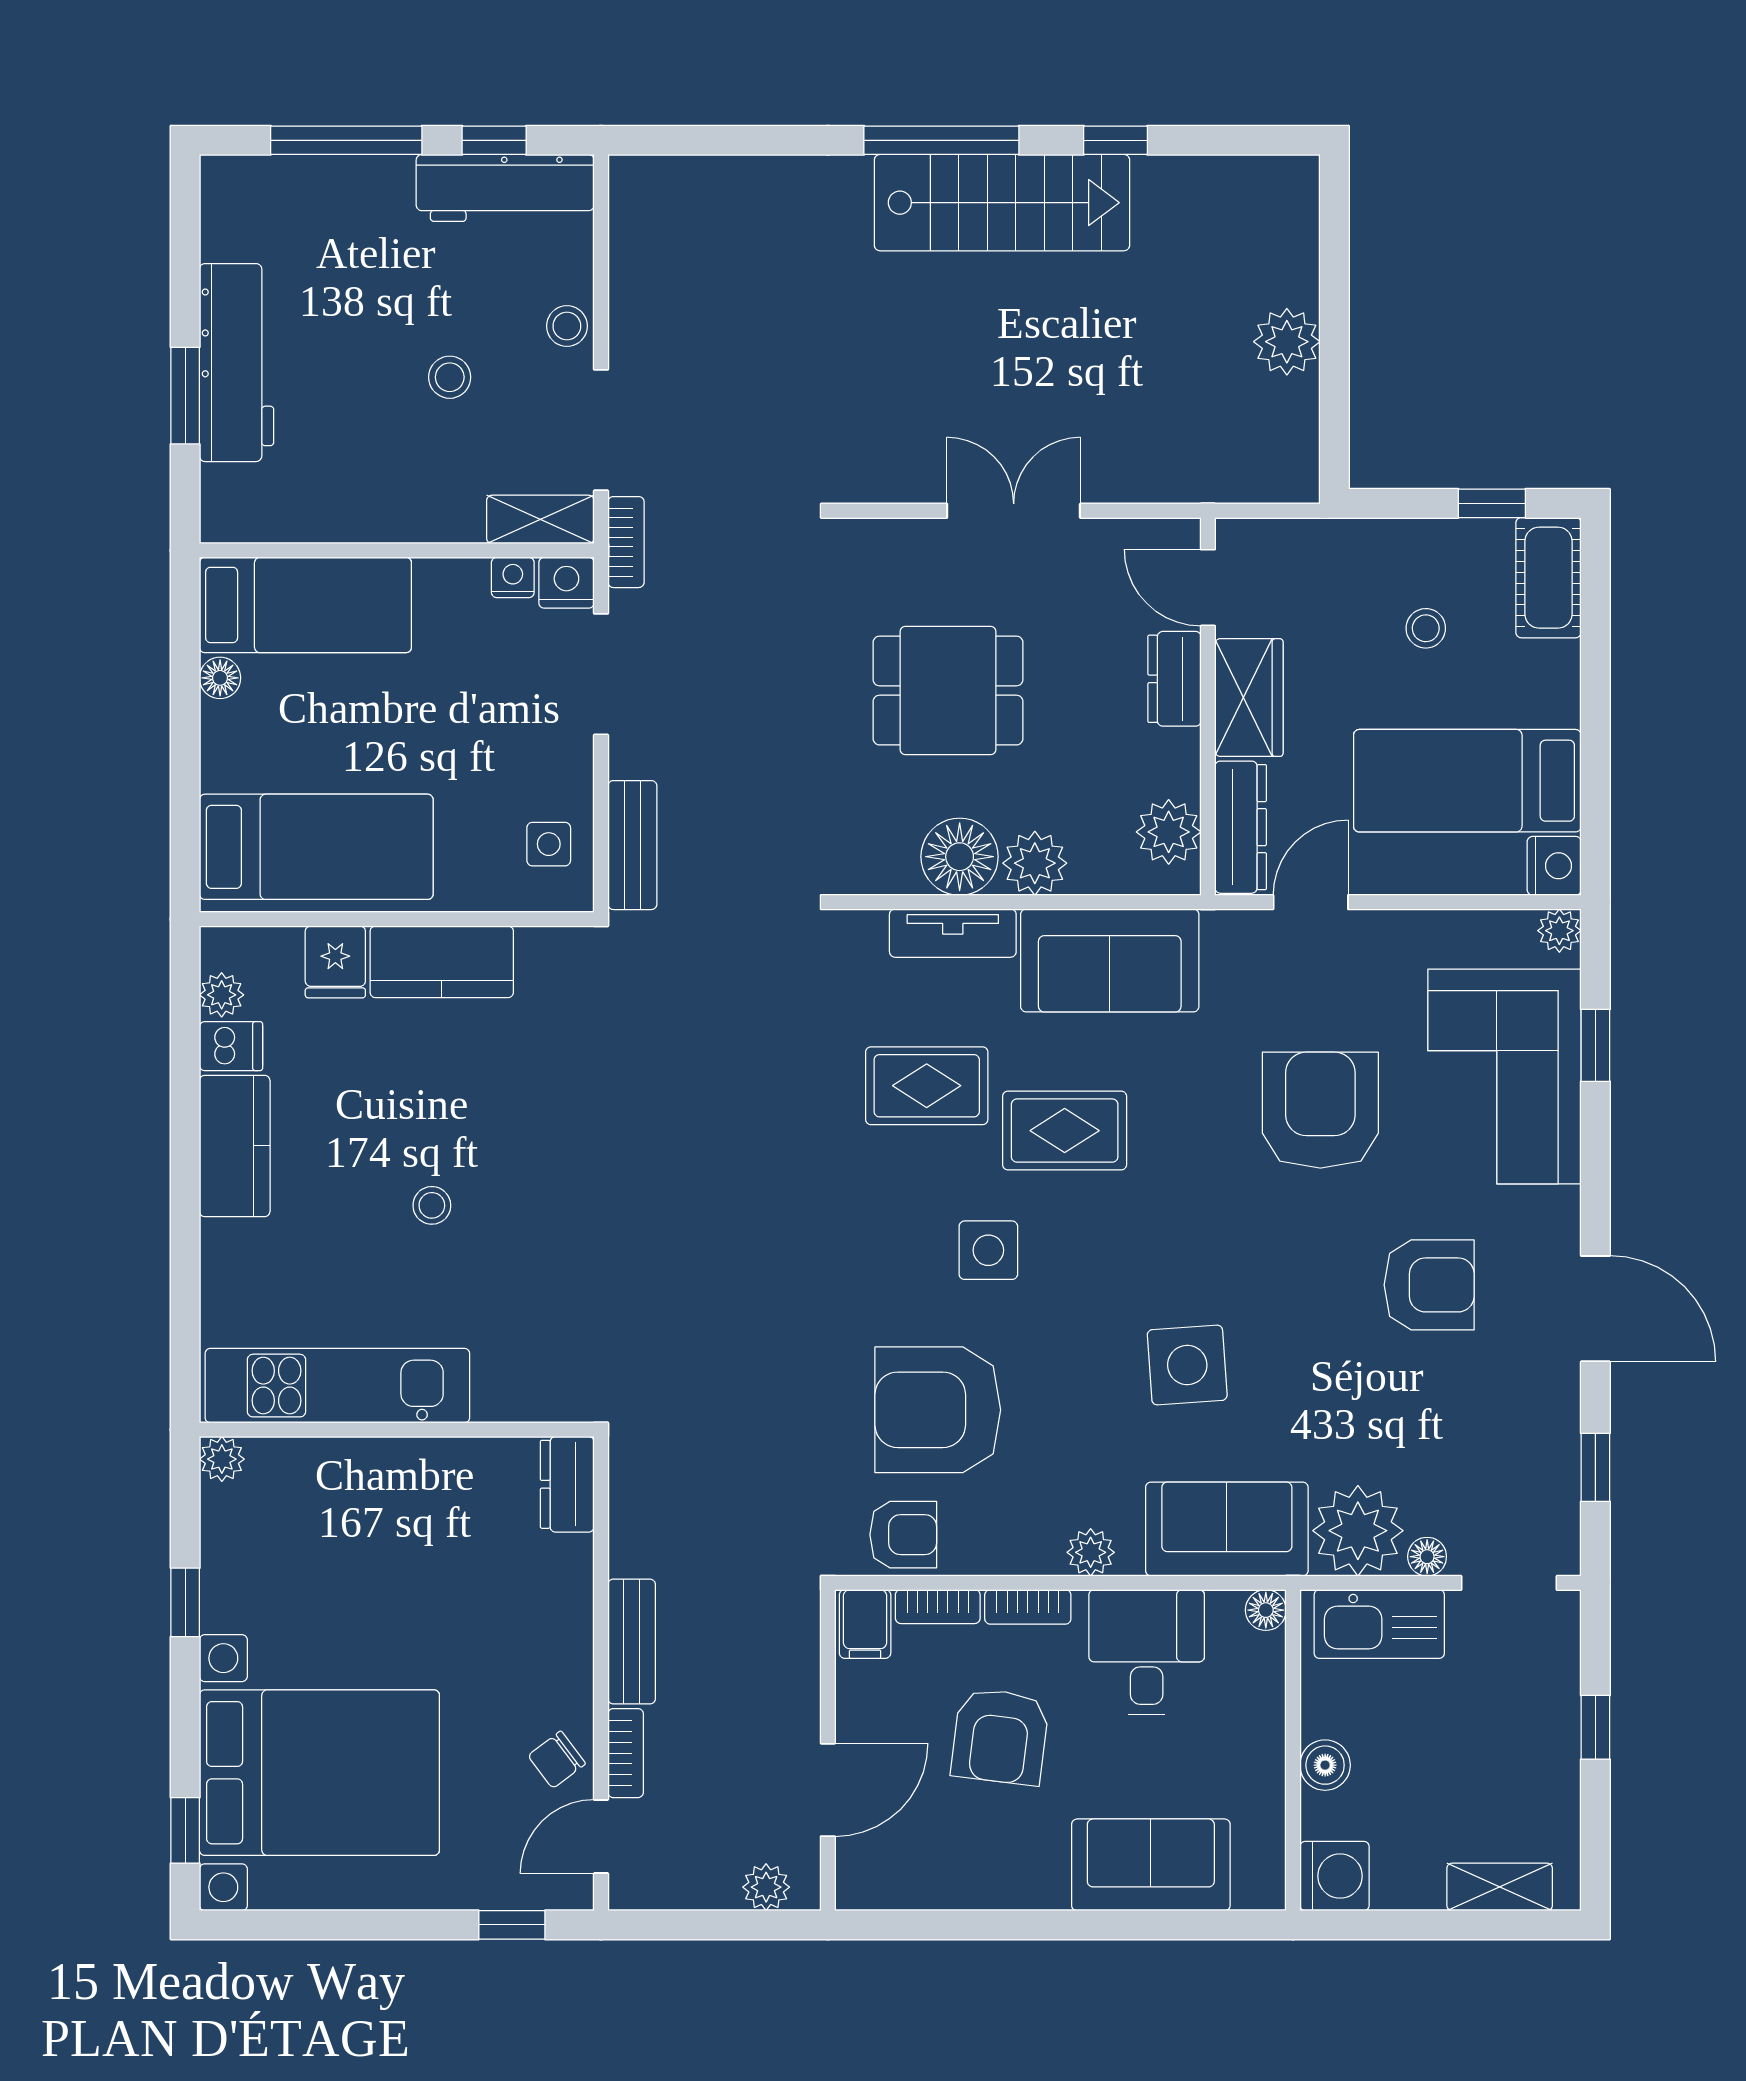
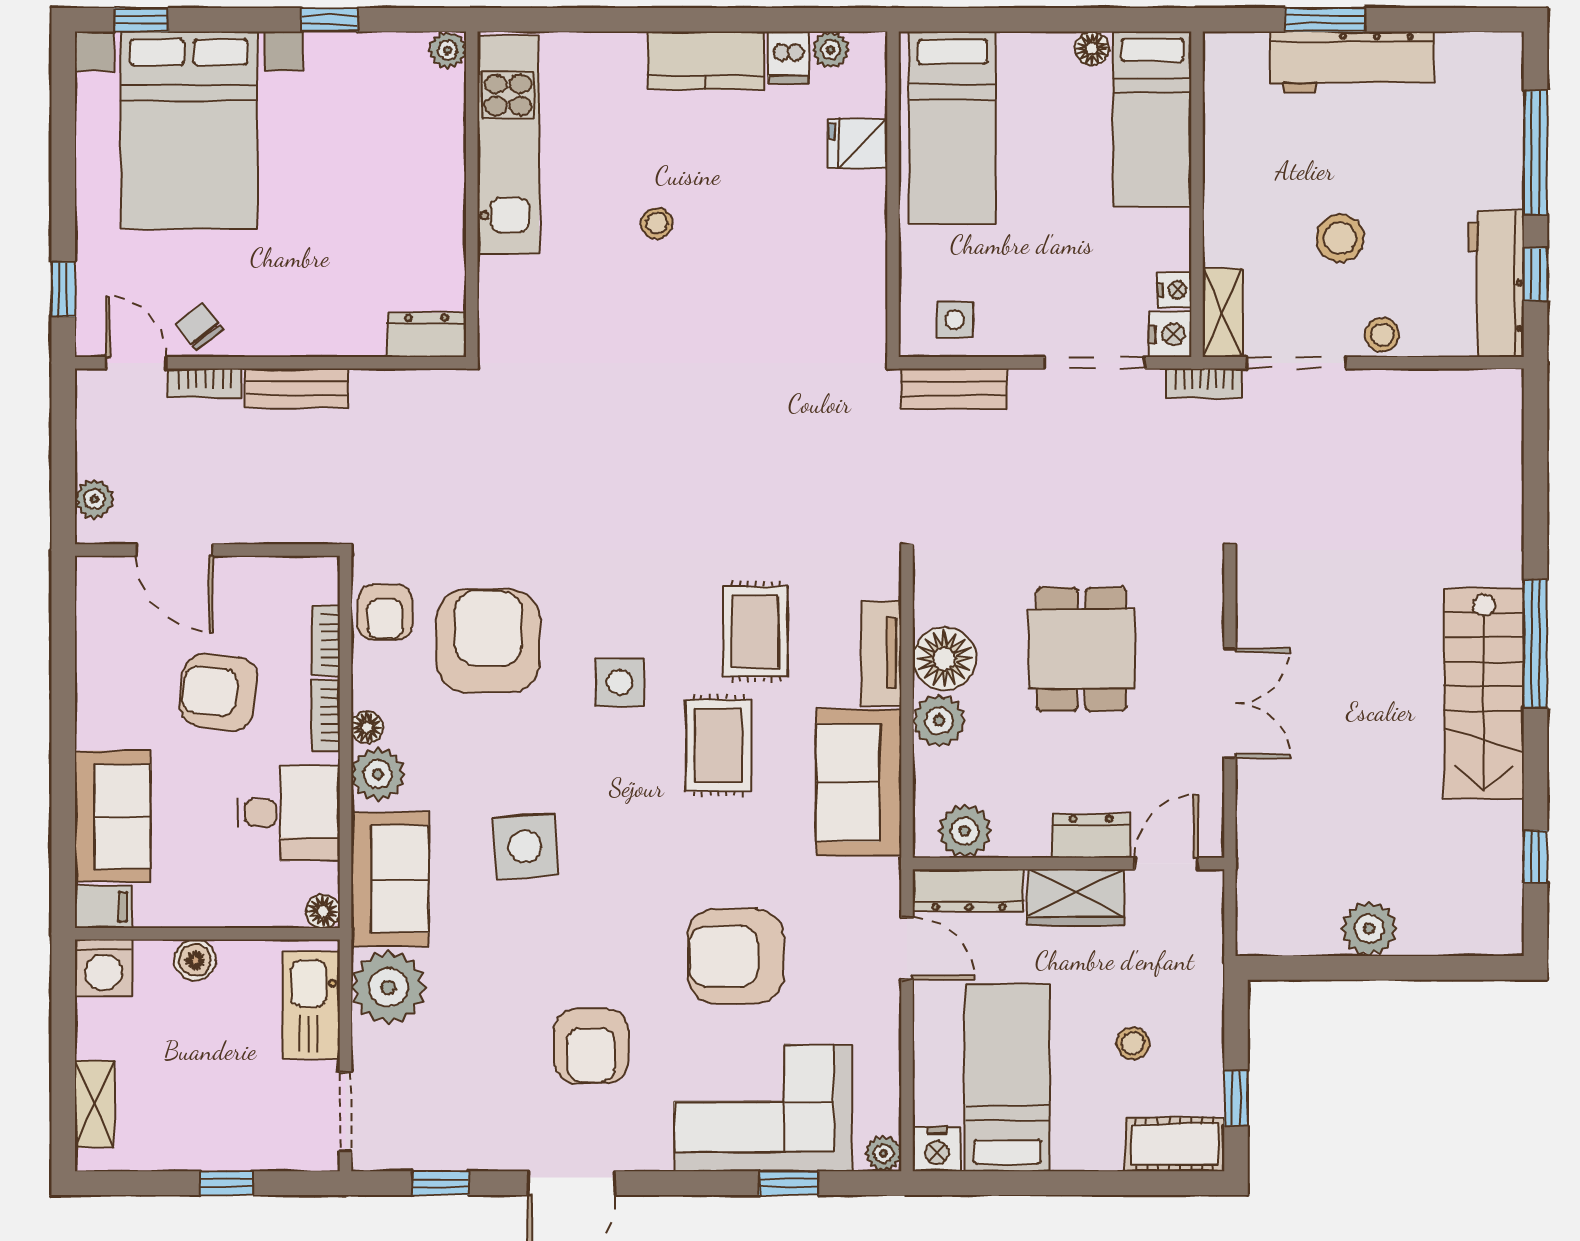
window: (1115, 140) -> (1535, 857), moved
stool: (450, 377) -> (1340, 238), width x1.37, depth x1.37
kitchen counter: (442, 962) -> (858, 231), removed
armchair: (1320, 1110) -> (735, 956), turned 180
plant: (1091, 1552) -> (378, 774), width x1.38, depth x1.38
floor lamp: (1427, 1557) -> (367, 727), moved
filing cabinet: (865, 1624) -> (103, 907), moved, turned 180

